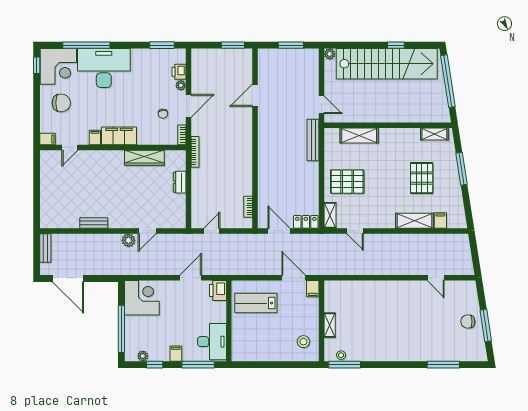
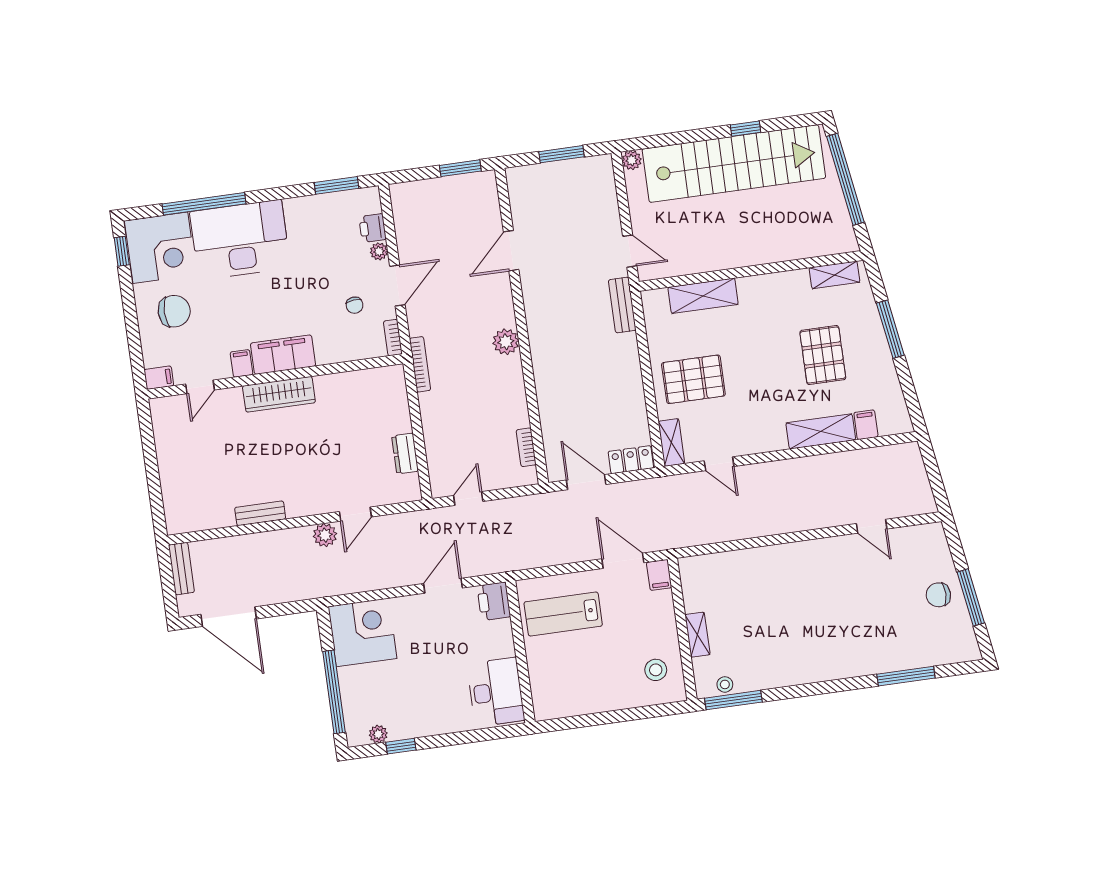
bench: (313, 140) -> (622, 305), width x0.73
plant: (245, 146) -> (506, 342), added
wardrobe: (144, 158) -> (279, 394), moved
dresser: (180, 182) -> (405, 454), moved
filing cabinet: (176, 354) -> (435, 722), removed
window: (198, 365) -> (477, 736), removed

